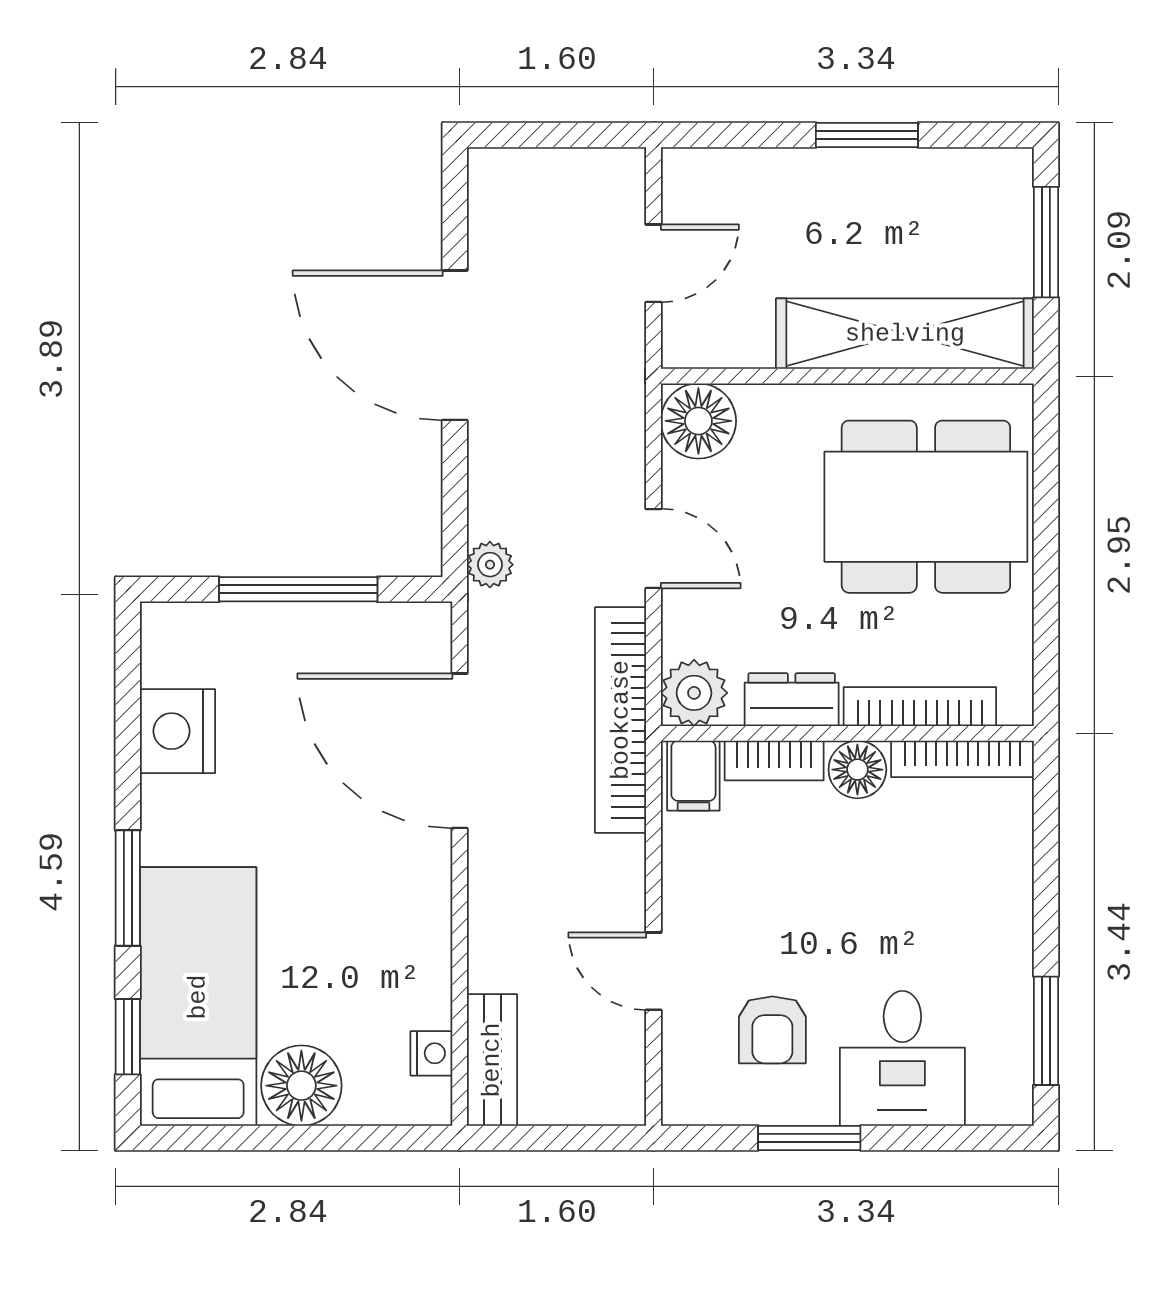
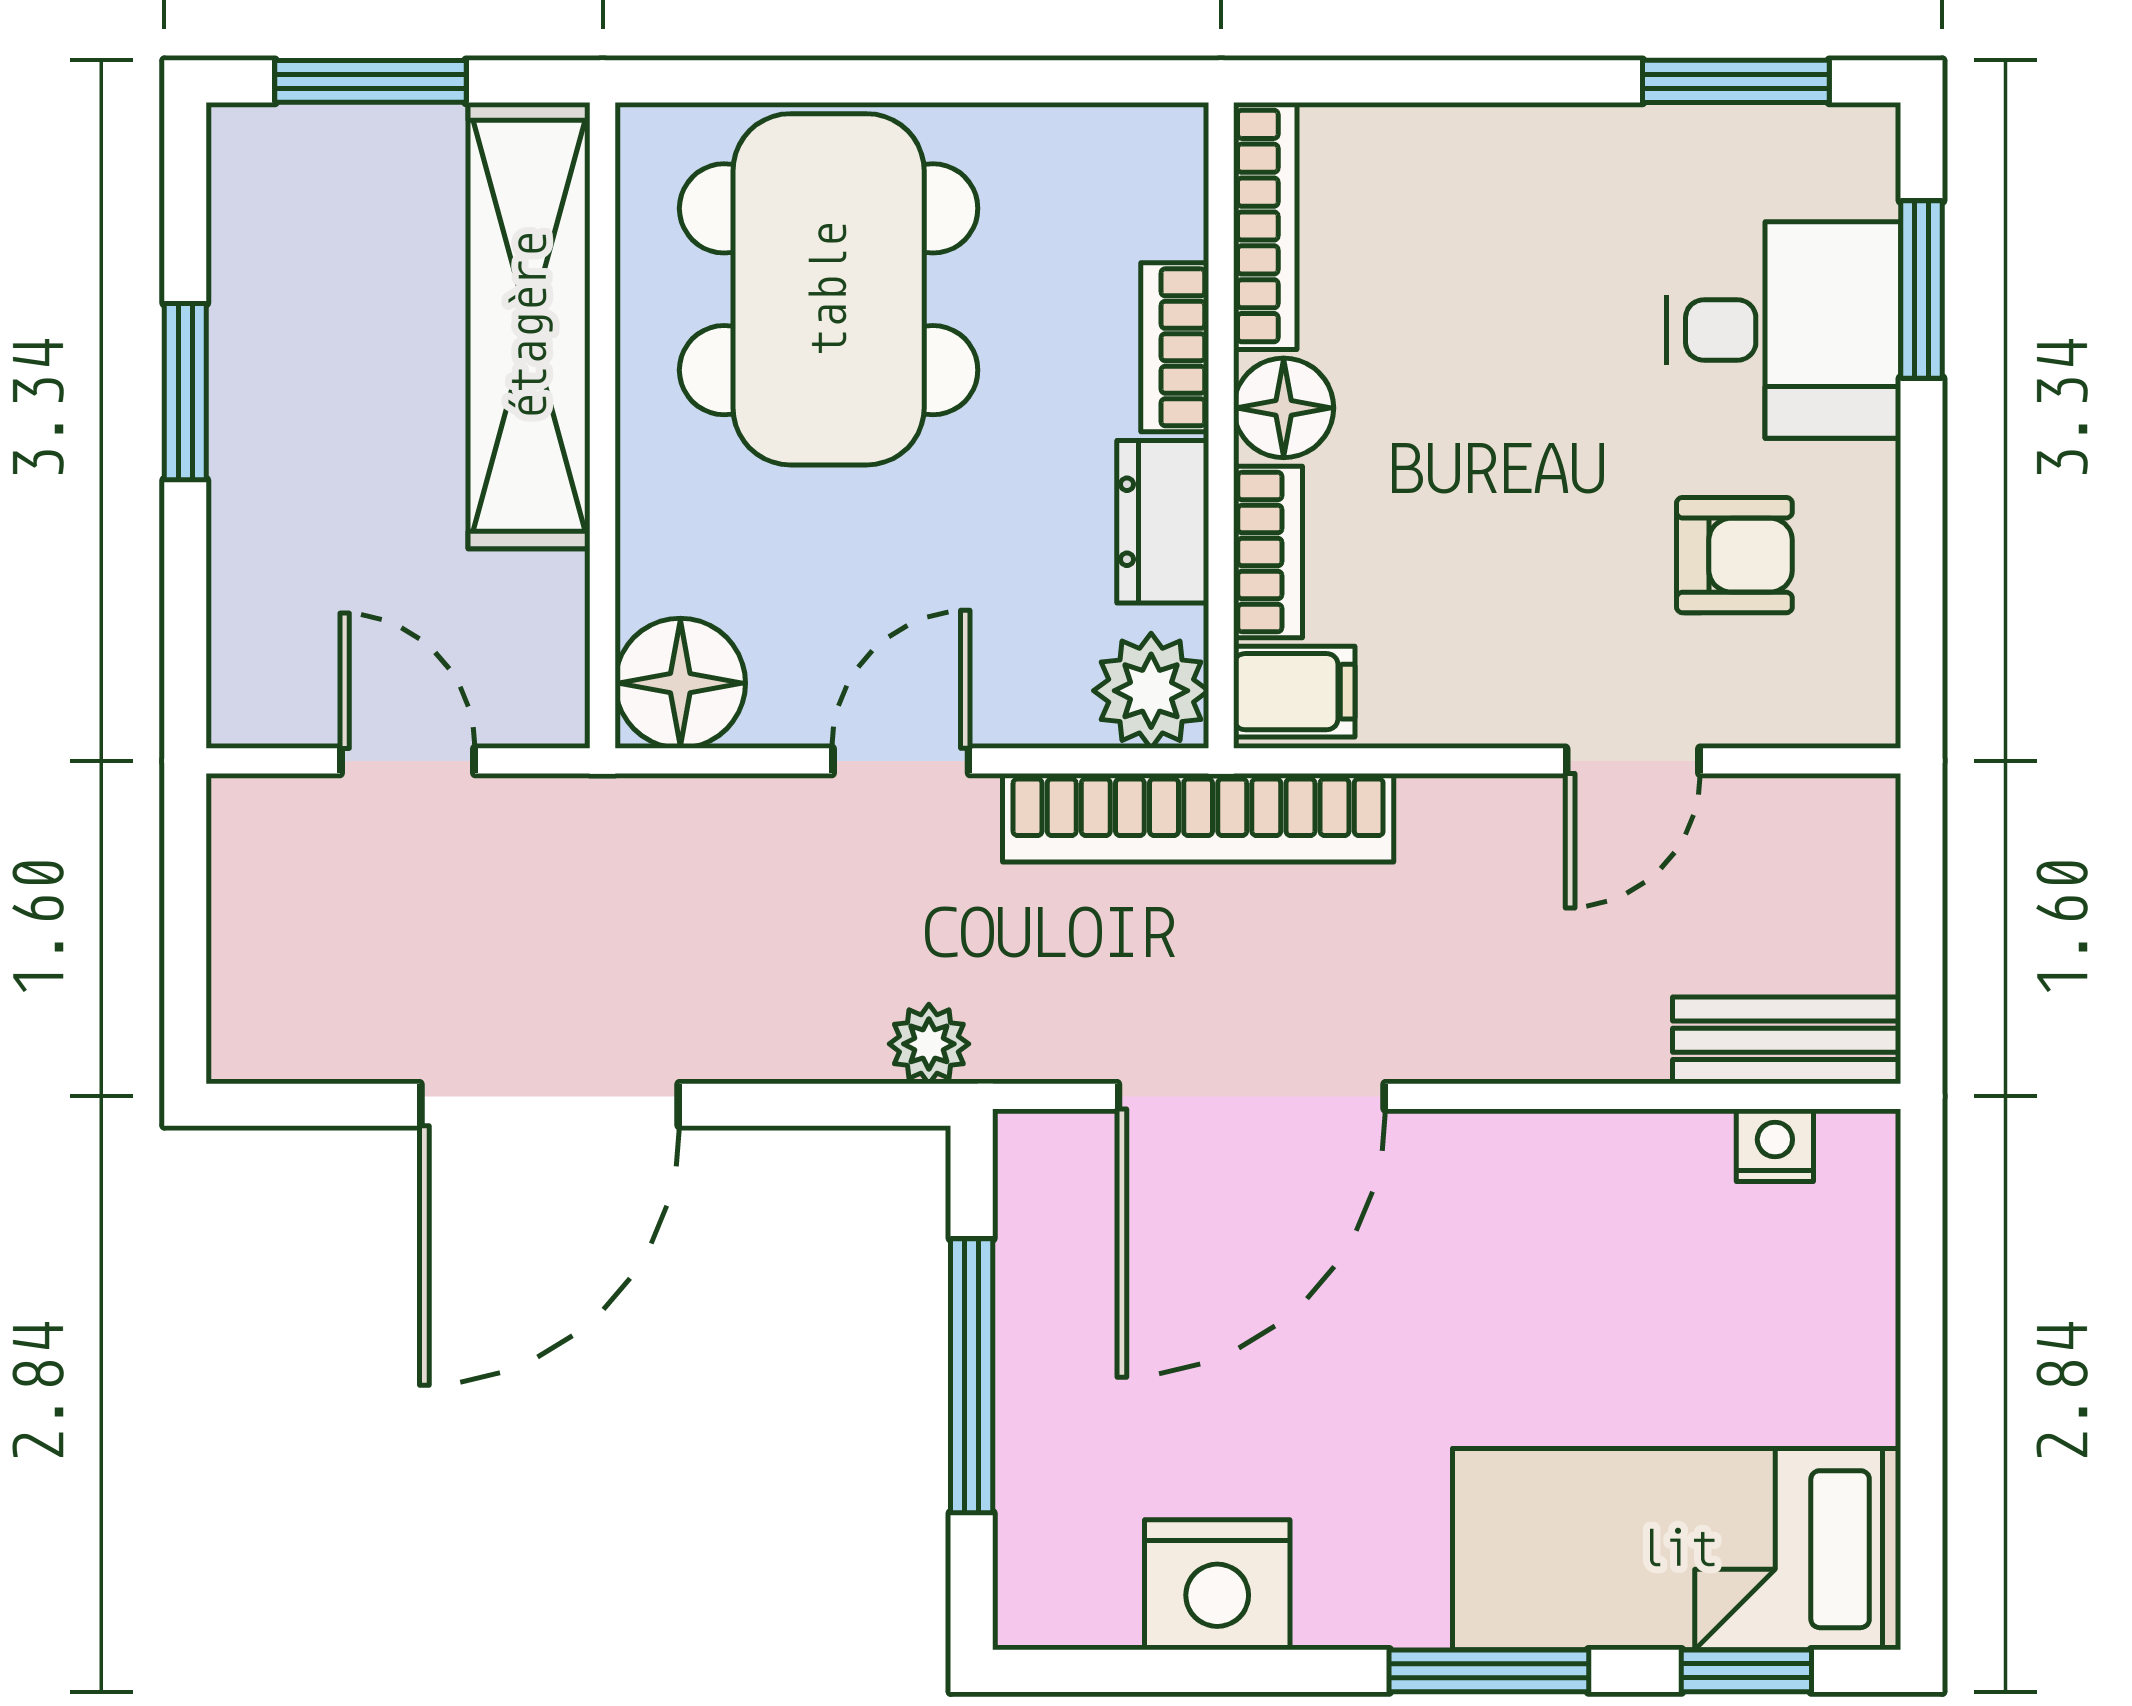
bookcase: (920, 707) -> (1175, 347), width x0.64
floor lamp: (301, 1086) -> (1831, 1370), removed
window: (809, 1138) -> (1922, 289), moved

